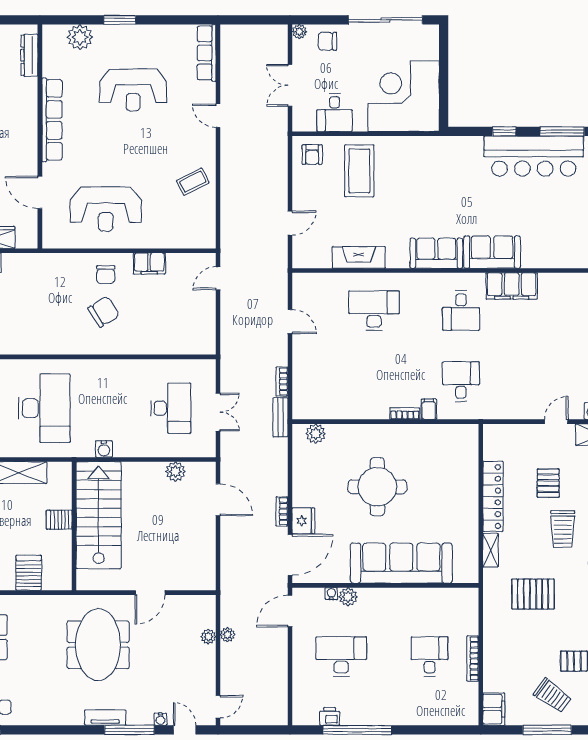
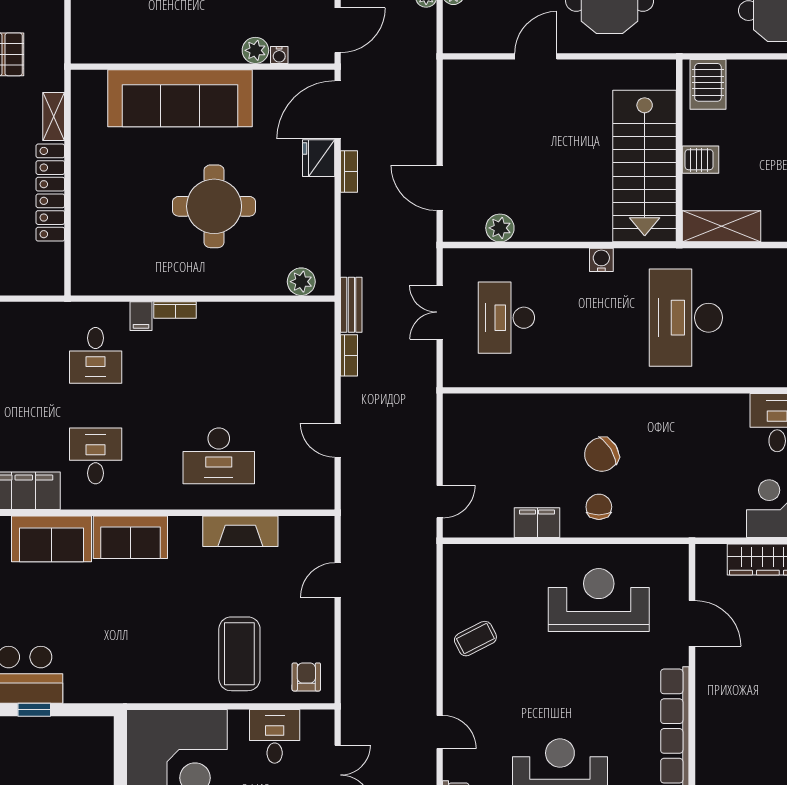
stairs: (99, 515) -> (645, 166), moved
server rack: (59, 520) -> (700, 160), moved
wall: (74, 526) -> (679, 151), moved

